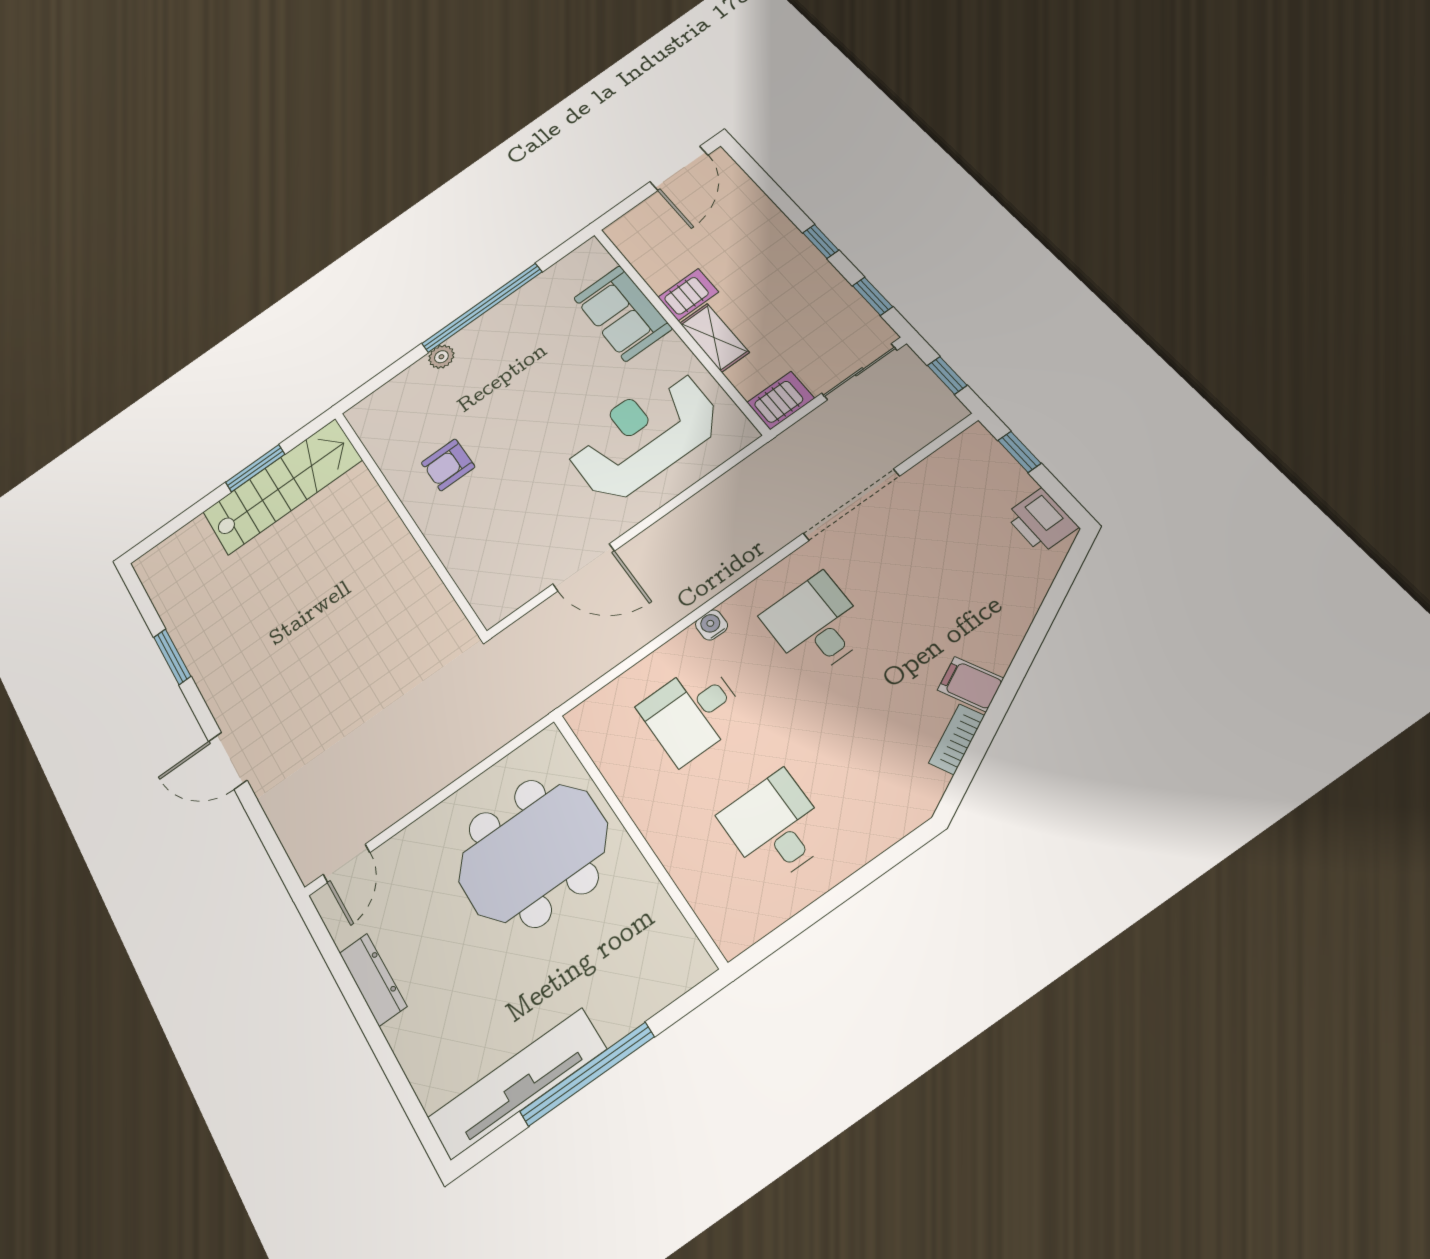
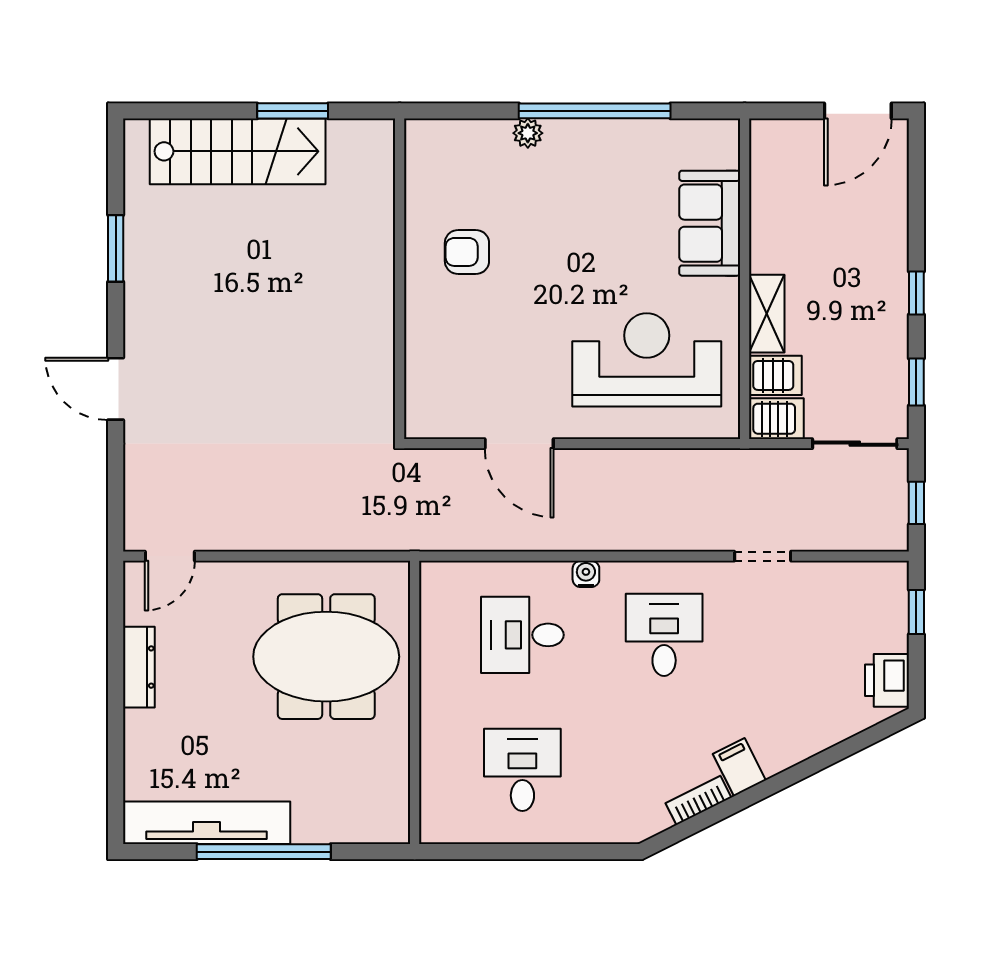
server rack: (688, 295) -> (775, 375), moved
stairs: (282, 486) -> (238, 151), moved
doorway: (851, 505) -> (763, 556), width x0.53

